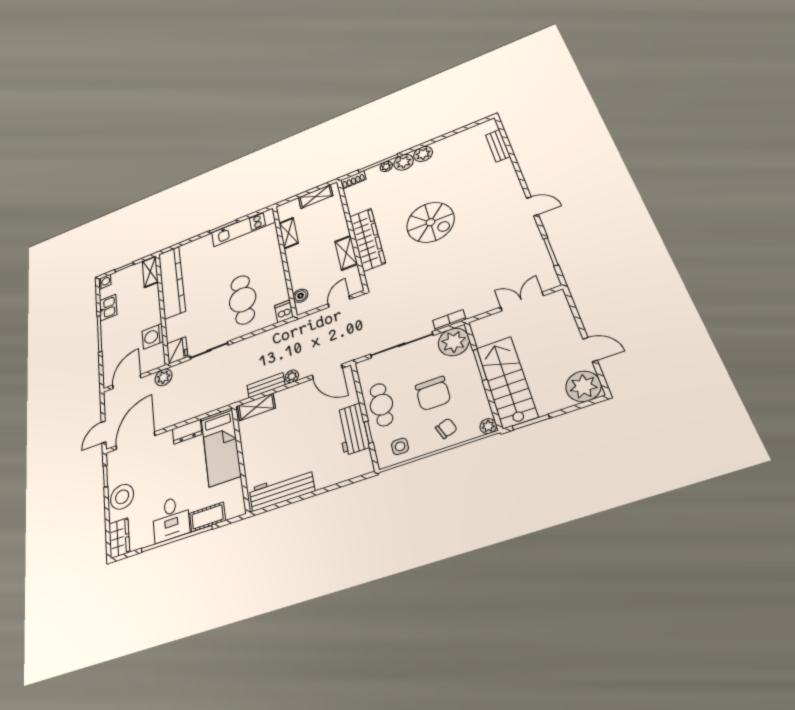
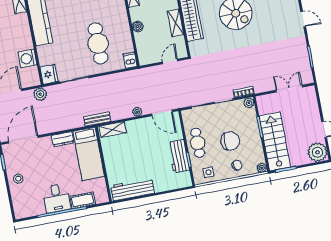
boiler: (301, 296) -> (138, 27), moved
plant: (454, 342) -> (249, 103), width x0.53, depth x0.53
bench: (266, 385) -> (97, 119), moved
chair: (433, 393) -> (230, 141), turned -90
stool: (122, 497) -> (18, 179), width x0.53, depth x0.53
wardrobe: (119, 538) -> (20, 207), removed

